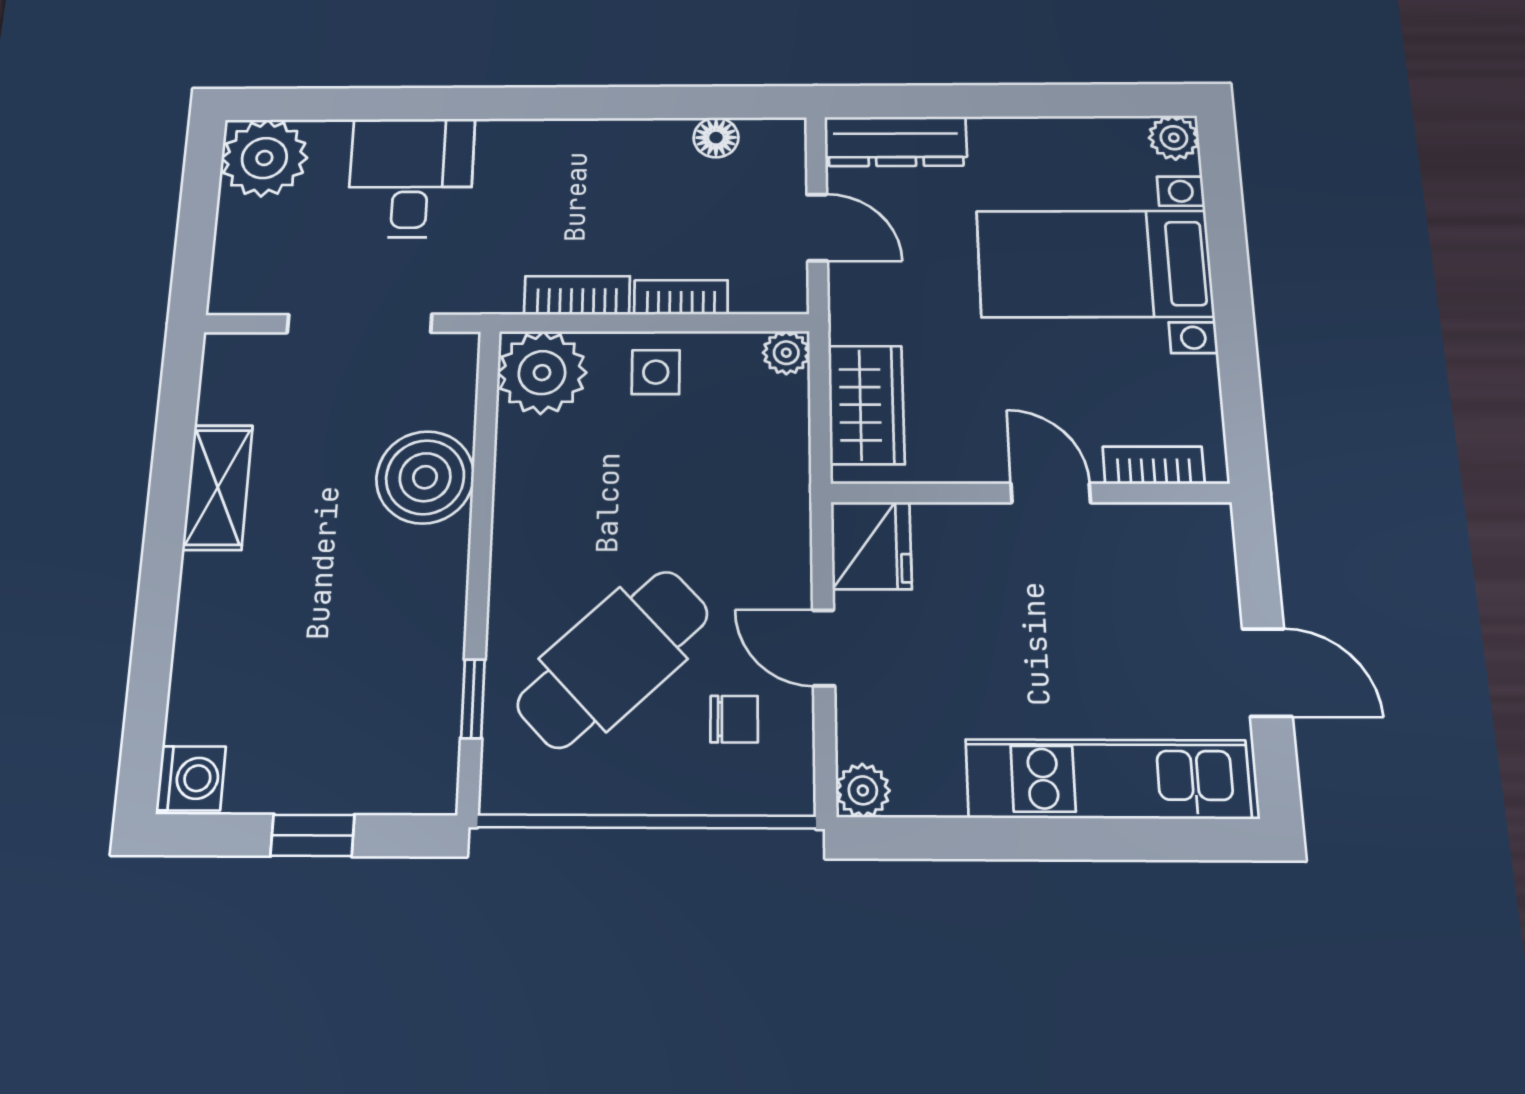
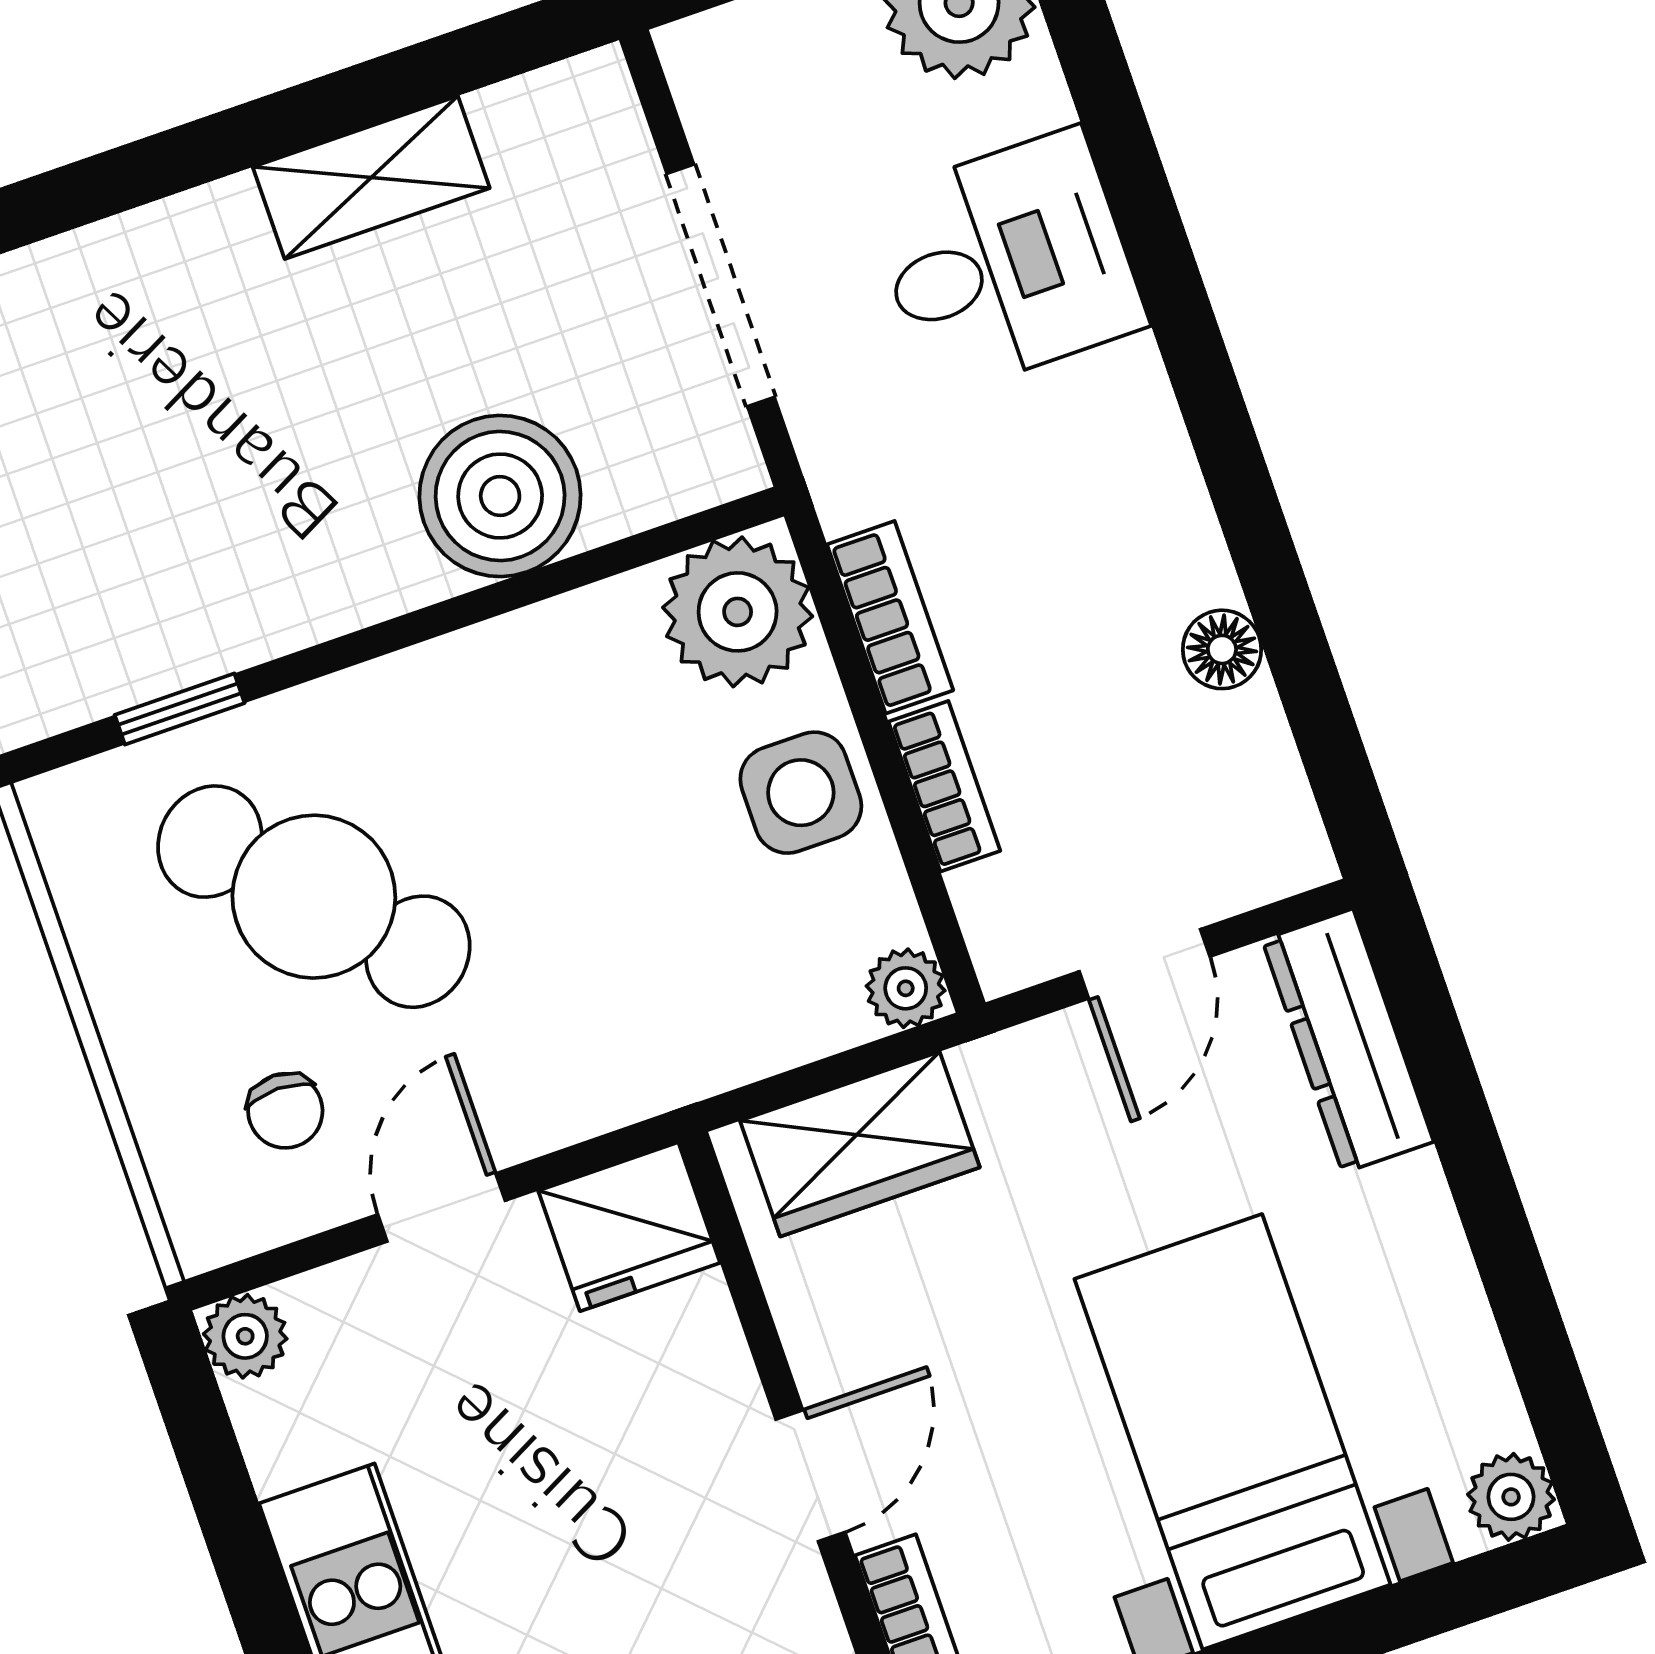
floor lamp: (716, 138) -> (1222, 649), moved
side table: (656, 372) -> (801, 793), width x1.37, depth x1.37

